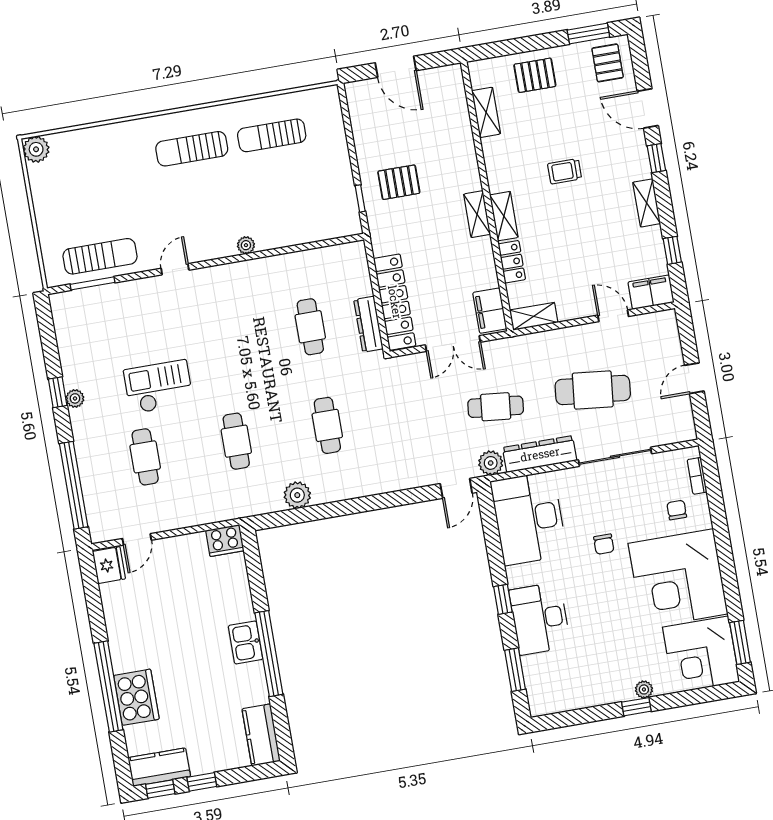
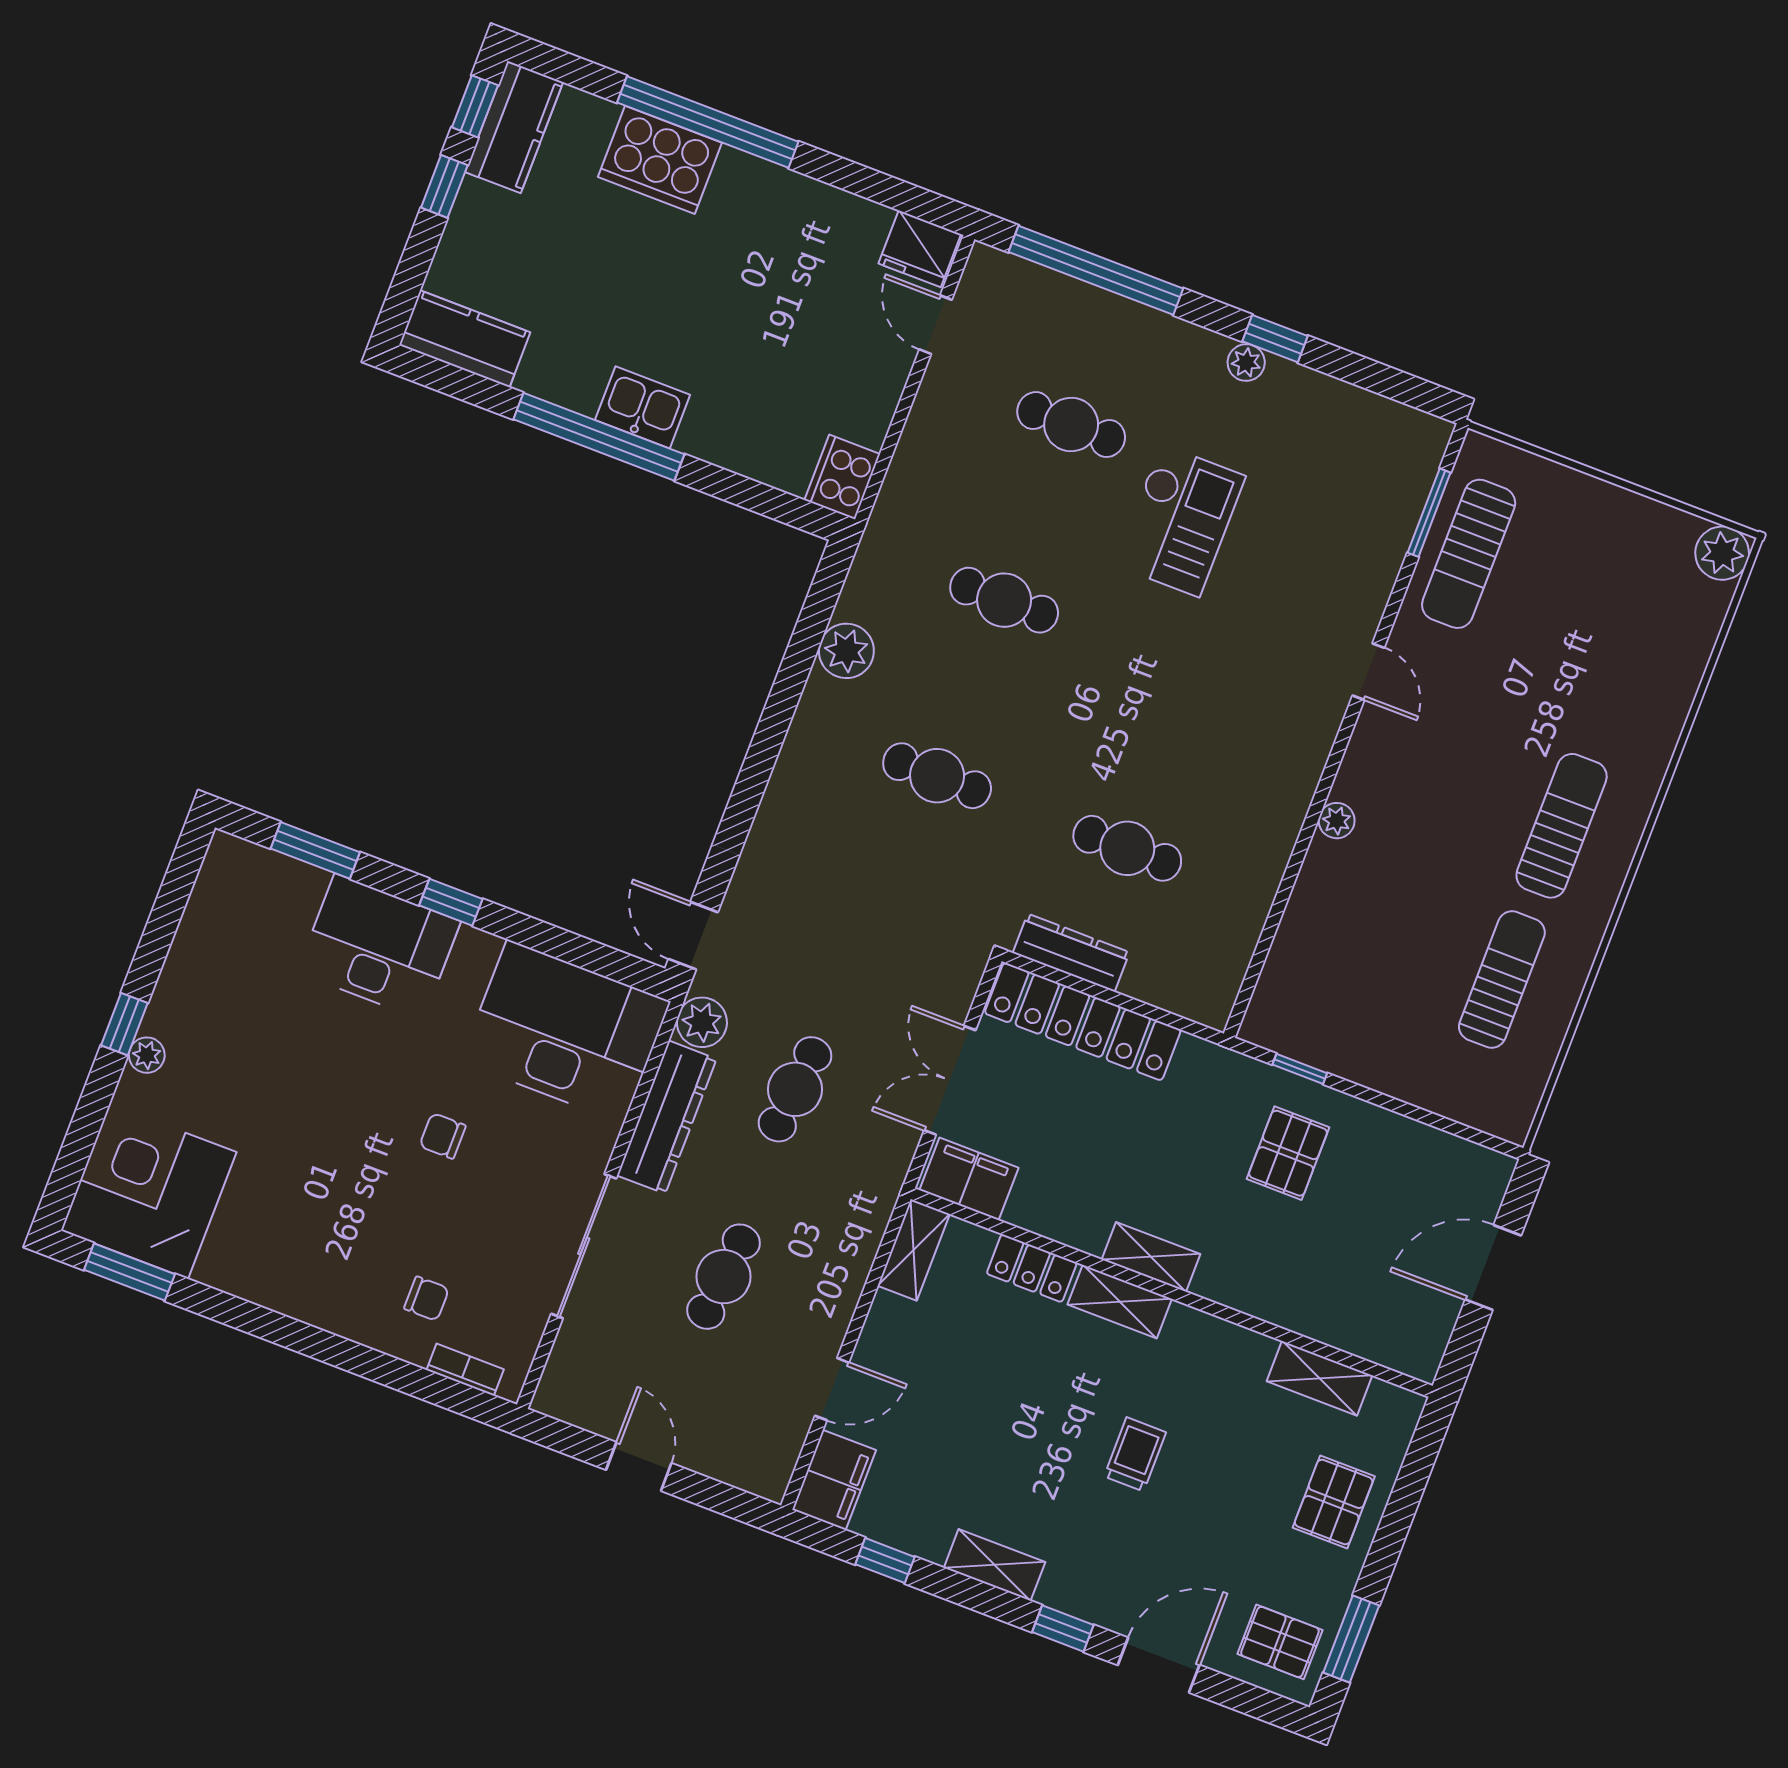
cafe table: (593, 390) -> (724, 1277), width x0.73, depth x0.74
corner desk: (678, 579) -> (305, 1230), removed

